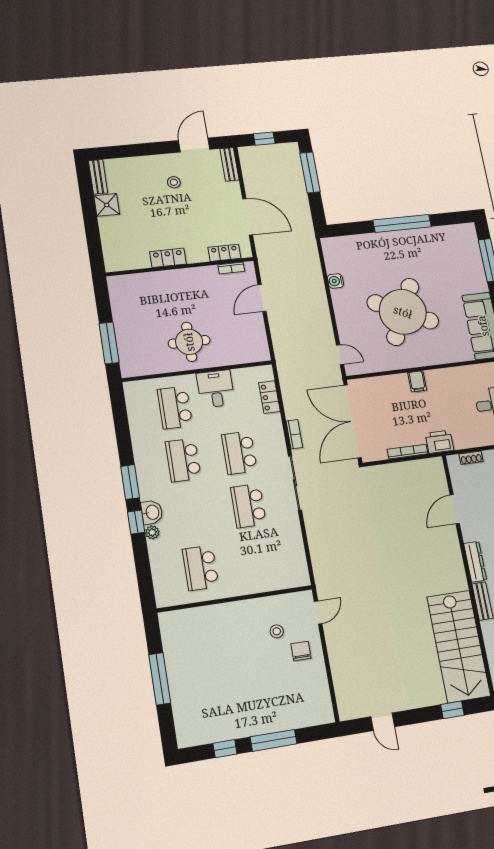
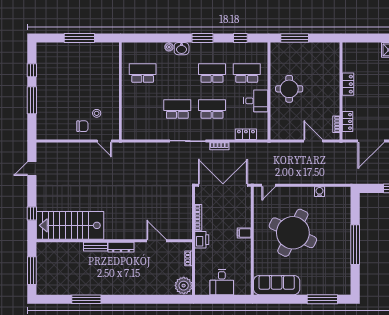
window: (136, 522) -> (240, 38), moved

